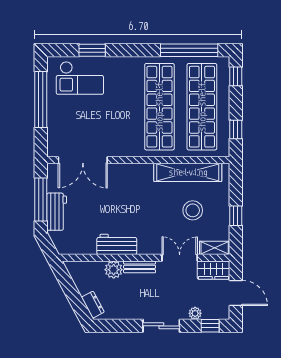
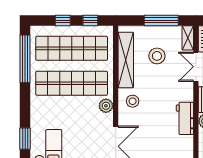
window: (236, 76) -> (63, 20), moved
plant: (132, 148) -> (106, 106), added
stool: (138, 181) -> (133, 101), added
window: (236, 216) -> (161, 20), width x2.17

